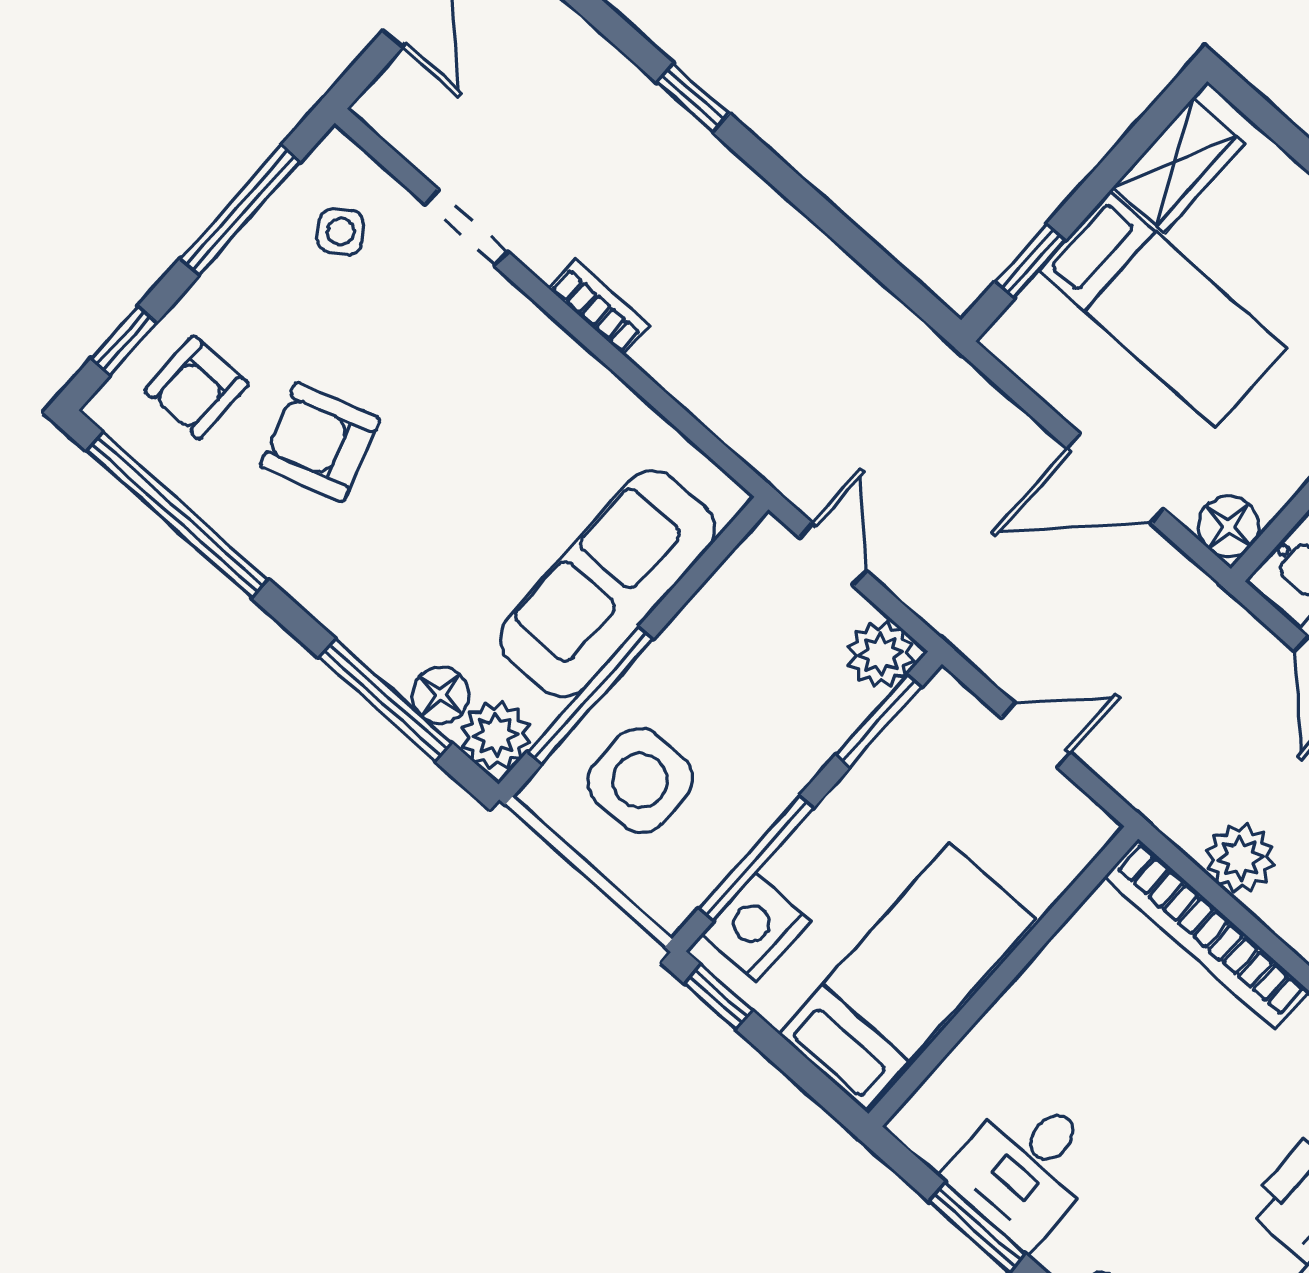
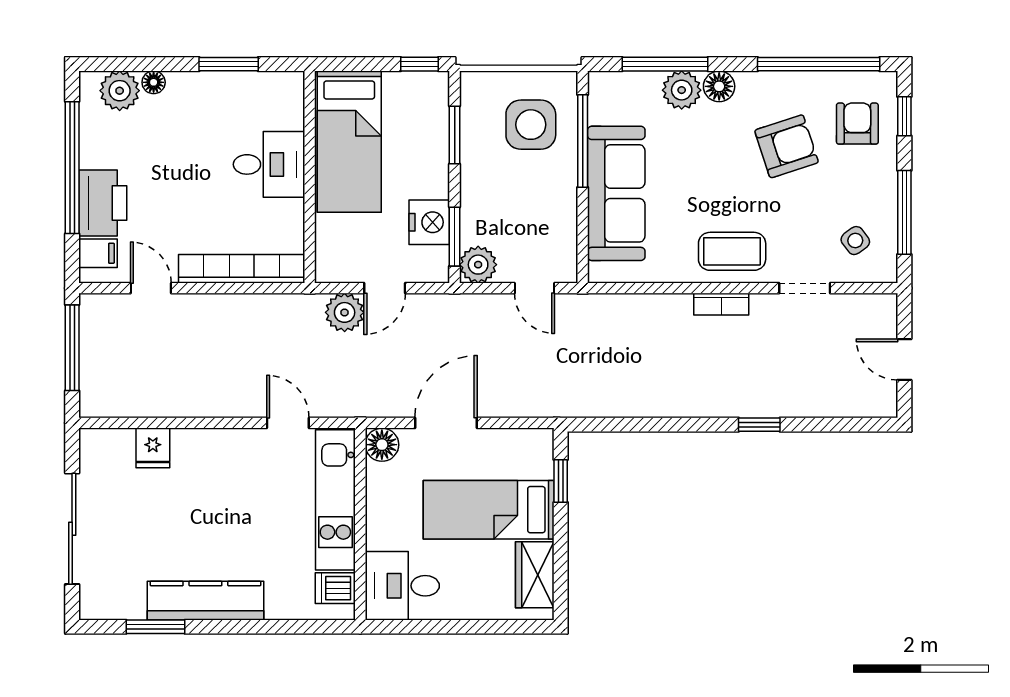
coffee table: (521, 366) -> (732, 251), added
floor lamp: (440, 695) -> (719, 86), moved
plant: (496, 735) -> (682, 90), moved
window: (756, 858) -> (455, 135), width x0.69
plant: (1240, 858) -> (345, 312), moved
nightstand: (756, 927) -> (429, 222), moved
desk: (1025, 1167) -> (269, 164), moved, turned 90

